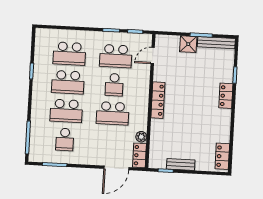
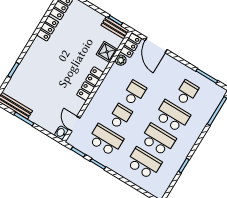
washbasin: (160, 41) -> (61, 133), added
shower: (188, 44) -> (107, 52), moved
door: (153, 55) -> (74, 124), swing flipped
locker: (226, 96) -> (48, 28), moved
school desk: (113, 113) -> (134, 93), width x0.54
bench: (181, 165) -> (115, 28), moved
door: (116, 168) -> (156, 45), swing flipped

